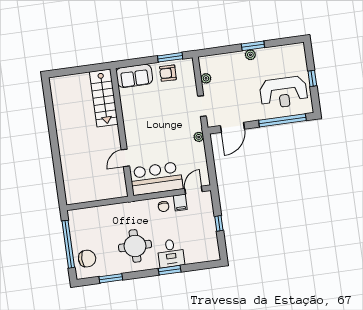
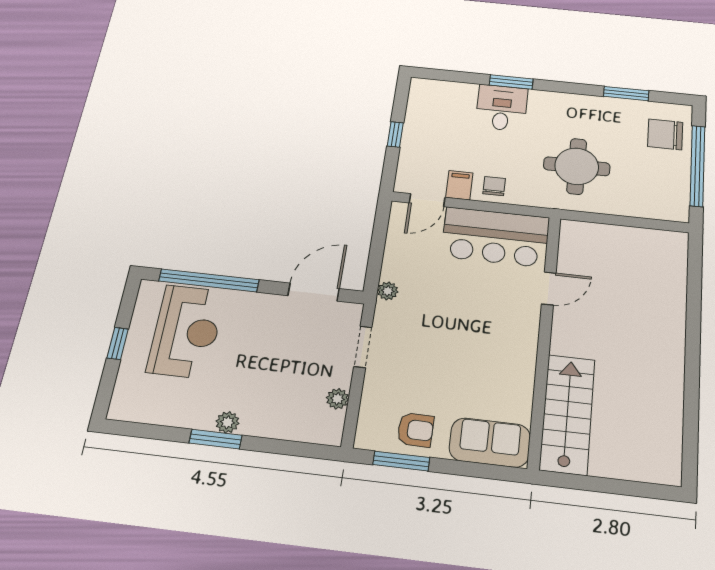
reception desk: (284, 92) -> (186, 331), turned 90
round table: (135, 246) -> (577, 166), moved

